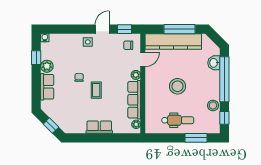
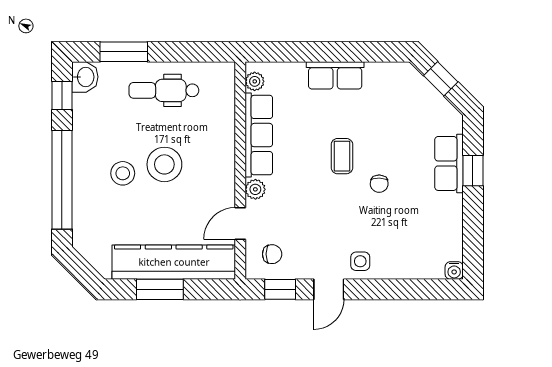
window: (180, 29) -> (160, 289), width x0.69
window: (36, 58) -> (473, 171), moved
washbasin: (214, 63) -> (85, 77), moved
plant: (47, 66) -> (450, 208), removed
stool: (213, 105) -> (123, 173), moved

